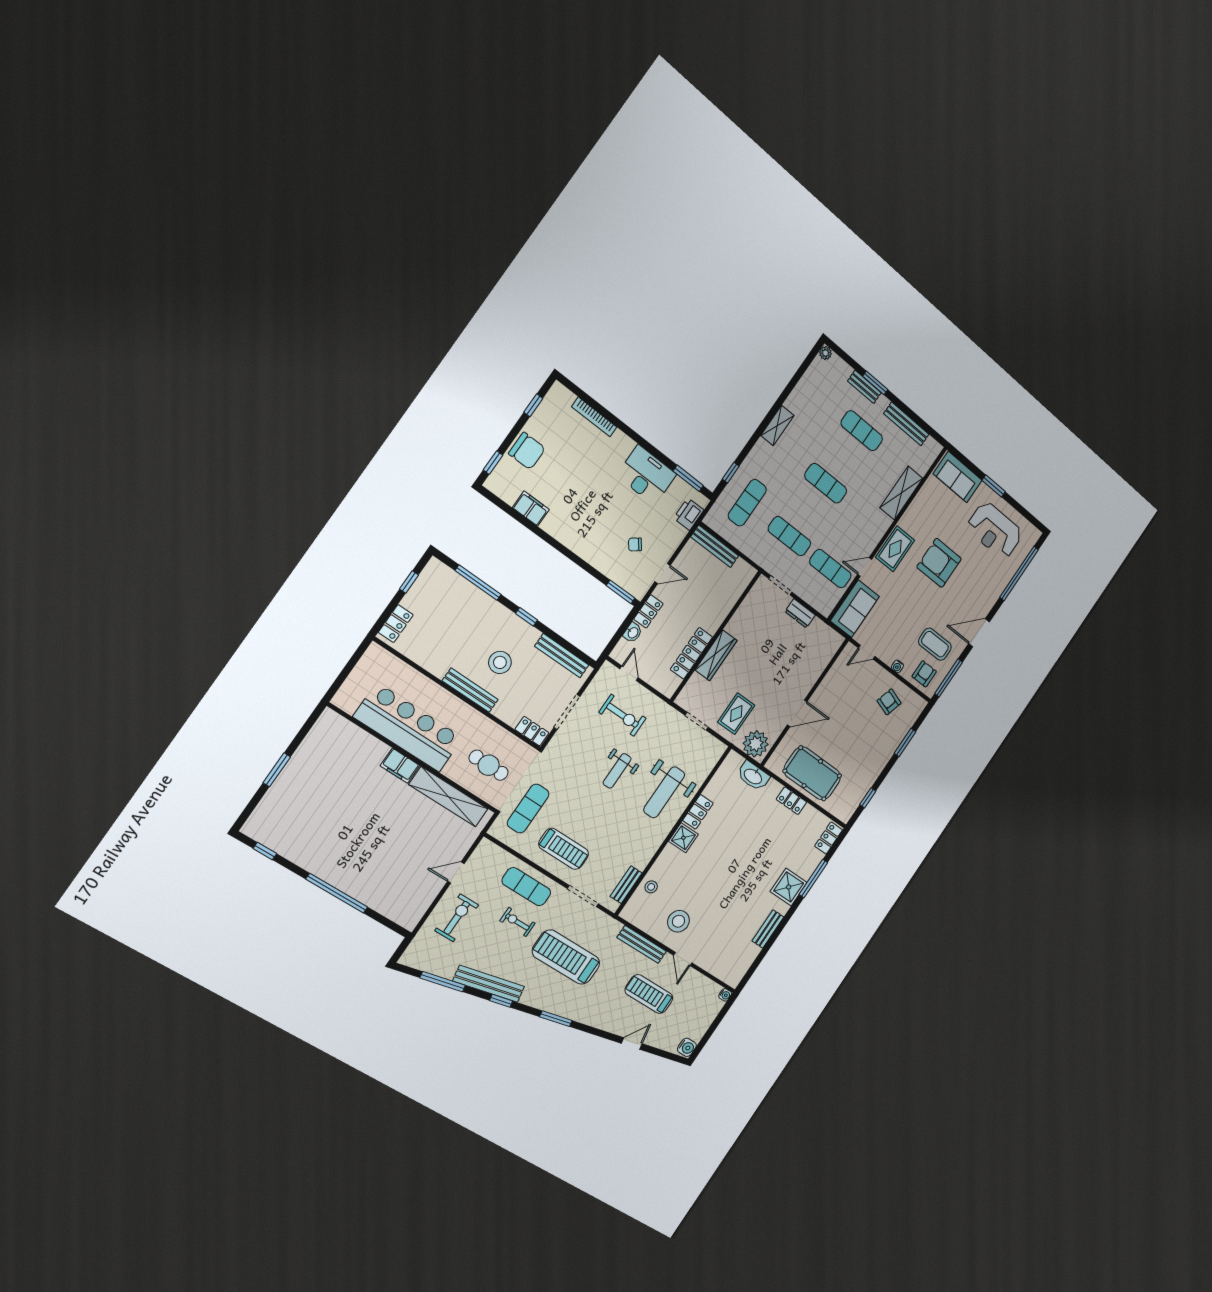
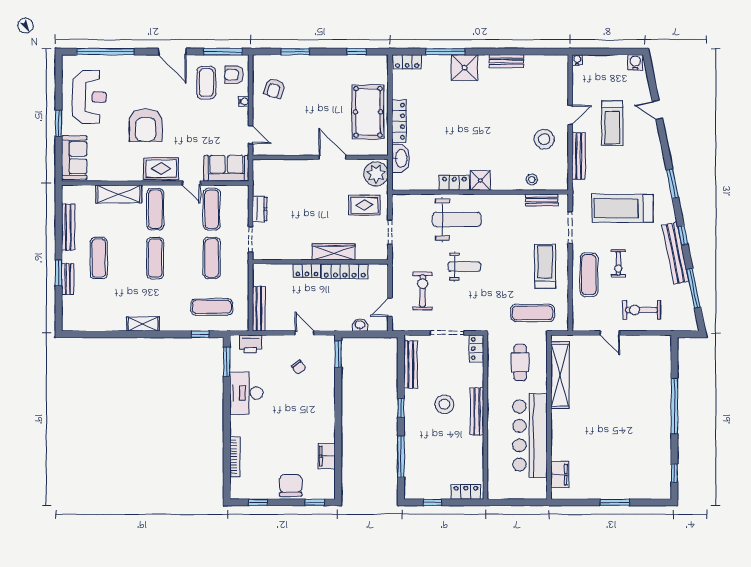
plant: (825, 353) -> (67, 325), removed
exercise mat: (866, 516) -> (155, 209), added
locker: (648, 611) -> (307, 271), moved, turned 180
filing cabinet: (400, 766) -> (560, 475), moved
locker: (791, 801) -> (399, 121), width x1.53
treadmill: (566, 957) -> (622, 208), turned 90

